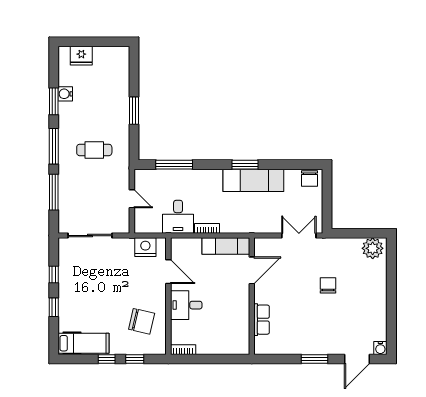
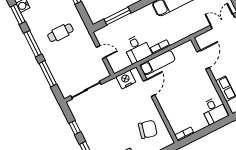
exam couch: (226, 246) -> (158, 63), moved
door: (168, 272) -> (149, 88), hinge flipped
desk: (186, 305) -> (214, 110), moved, turned -90

